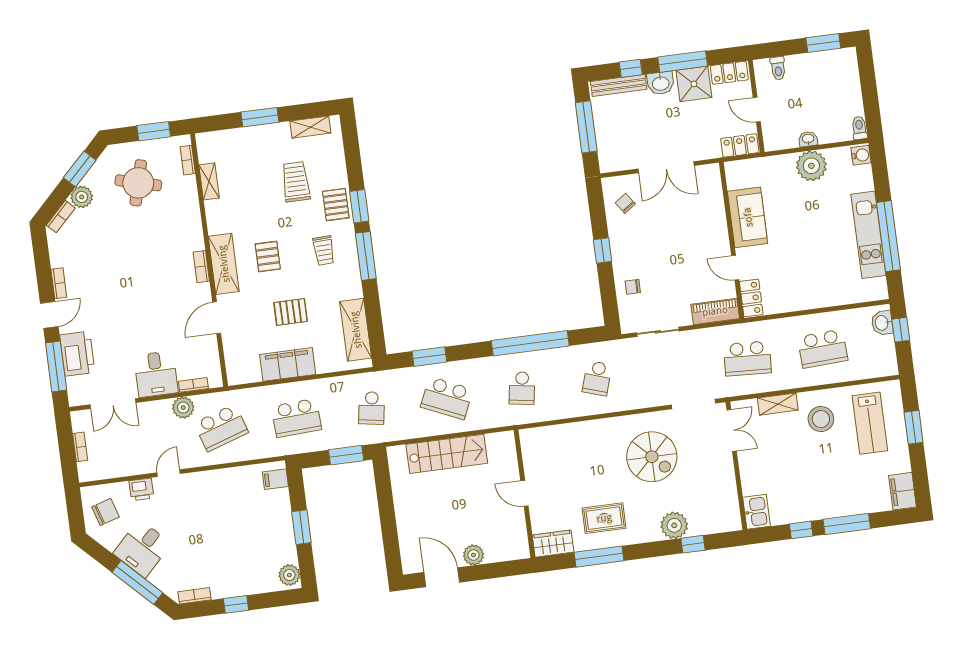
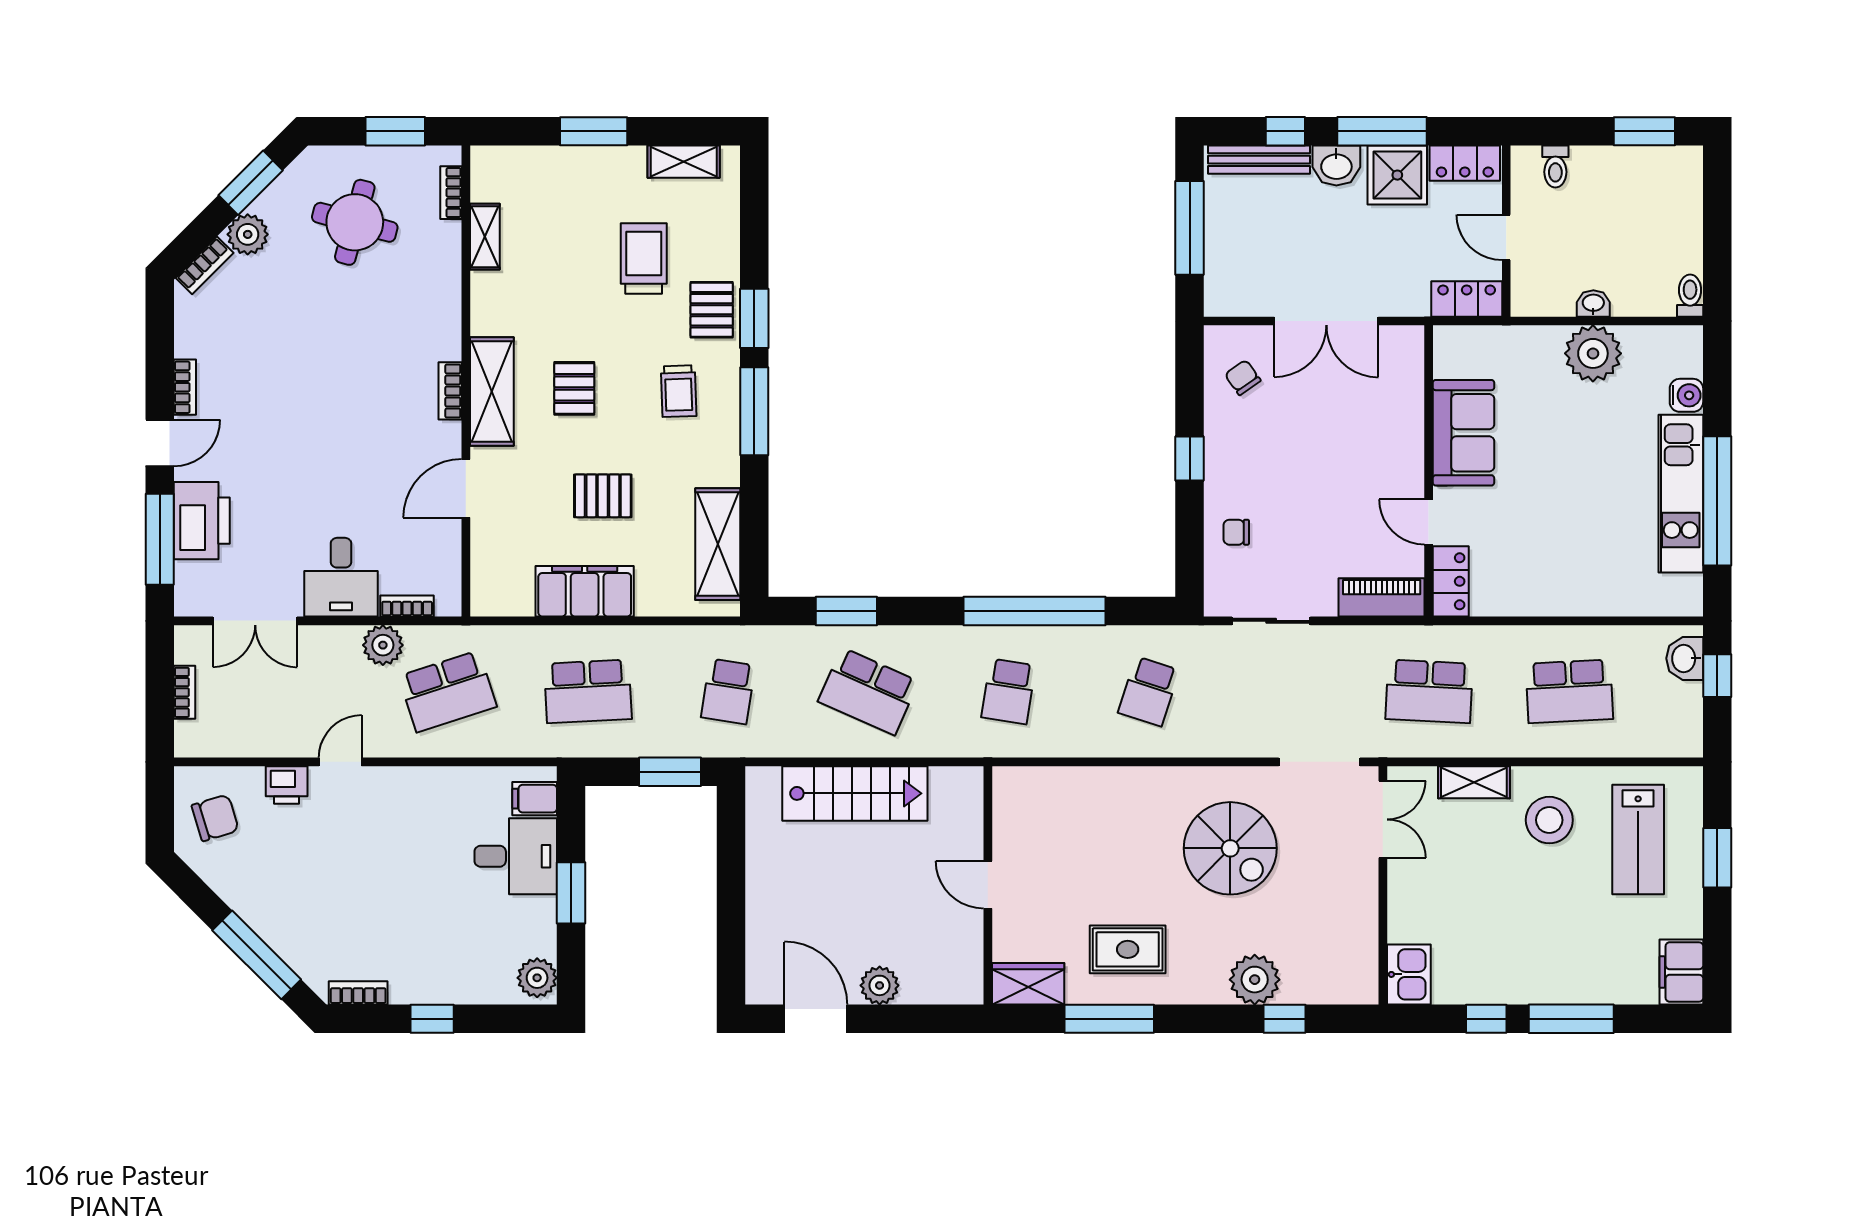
water cooler: (861, 155) -> (1686, 395), moved
desk: (142, 549) -> (516, 856), moved, turned -135

